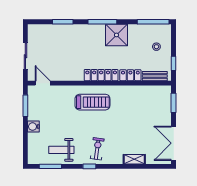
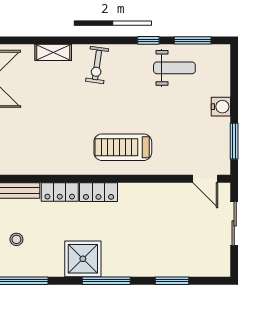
locker: (101, 75) -> (98, 192), width x0.66
exercise bike: (97, 149) -> (97, 65), moved
window: (89, 166) -> (148, 40), moved

